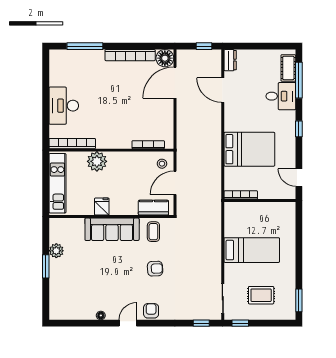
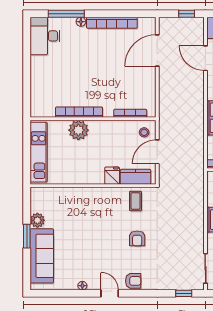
floor lamp: (165, 58) -> (81, 22), moved, width x0.53, depth x0.53
desk: (64, 106) -> (45, 36), moved
bookcase: (72, 144) -> (79, 112), moved
fridge: (102, 207) -> (112, 176), moved
sofa: (112, 229) -> (42, 256), moved, turned -90
armchair: (155, 269) -> (137, 238), turned 93
armchair: (151, 311) -> (133, 281), turned 90
door: (128, 323) -> (110, 293), hinge flipped

